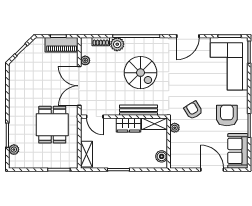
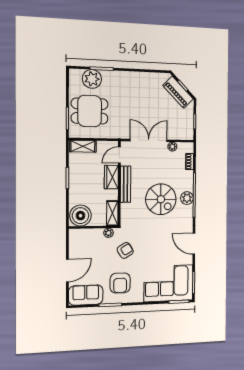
plant: (117, 44) -> (187, 198), moved
piano: (62, 45) -> (178, 92), moved, turned -45
spiral stairs: (140, 73) -> (161, 199), turned -90
bench: (138, 110) -> (126, 184), moved
armchair: (227, 115) -> (120, 283), turned 90
dining table: (52, 125) -> (90, 111), moved
wardrobe: (129, 125) -> (111, 177), moved
plant: (14, 150) -> (92, 79), width x1.87, depth x1.87
boiler: (162, 156) -> (80, 216), width x1.86, depth x1.86

